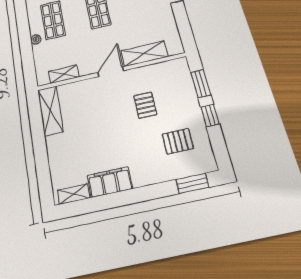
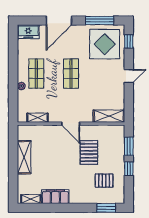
shelving: (144, 54) -> (109, 116), moved
door: (111, 72) -> (71, 124), swing flipped
pallet: (145, 105) -> (89, 152), width x1.50, depth x1.42
shelving: (50, 111) -> (24, 157), moved

